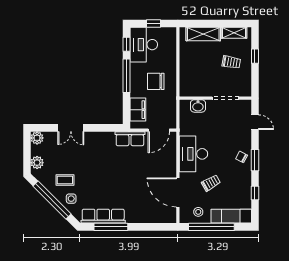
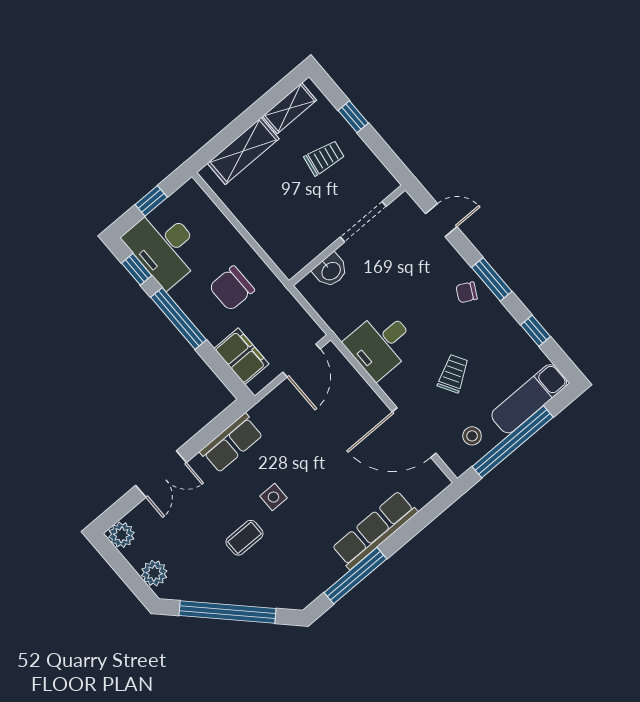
row of seats: (130, 139) -> (232, 443), moved
desk: (193, 154) -> (381, 344), width x0.73
coffee table: (65, 180) -> (244, 538), moved
side table: (71, 199) -> (273, 497), moved
row of seats: (103, 216) -> (375, 530), moved

